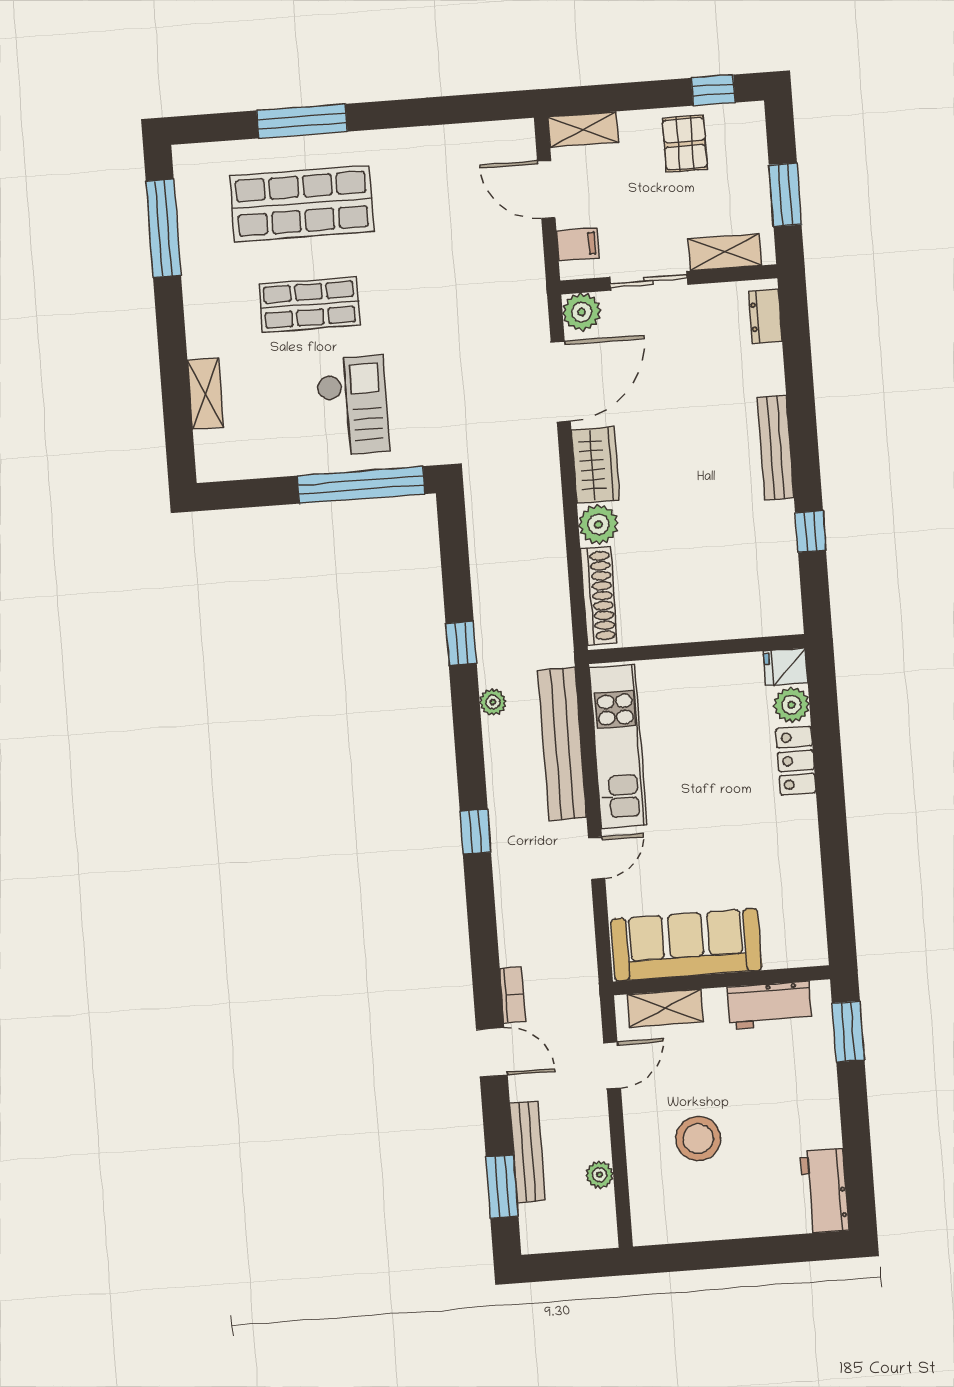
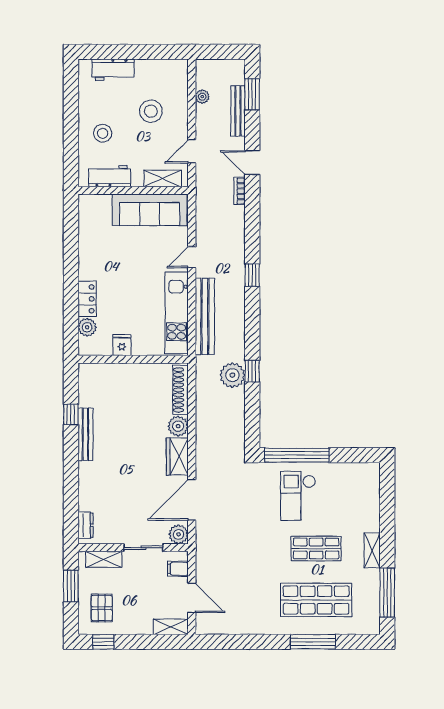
pallet: (685, 144) -> (102, 608), moved
shelving: (206, 394) -> (372, 550), moved
bench: (776, 448) -> (85, 434), moved
fridge: (786, 667) -> (122, 345), moved, turned -90
plant: (493, 702) -> (232, 375), moved, width x1.88, depth x1.88
window: (848, 1032) -> (71, 160), removed
stool: (790, 1088) -> (103, 133), added
workbench: (825, 1191) -> (113, 70), moved, turned 90

